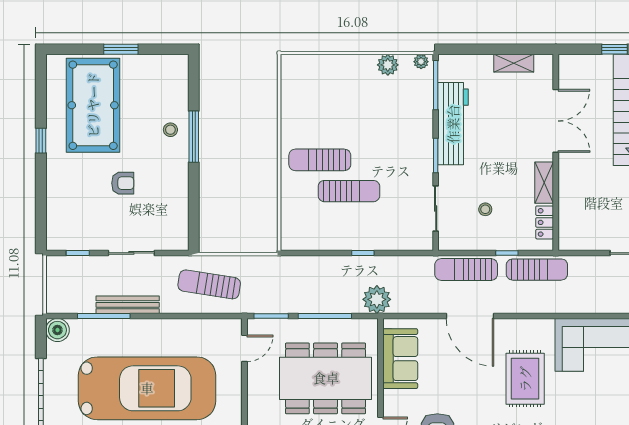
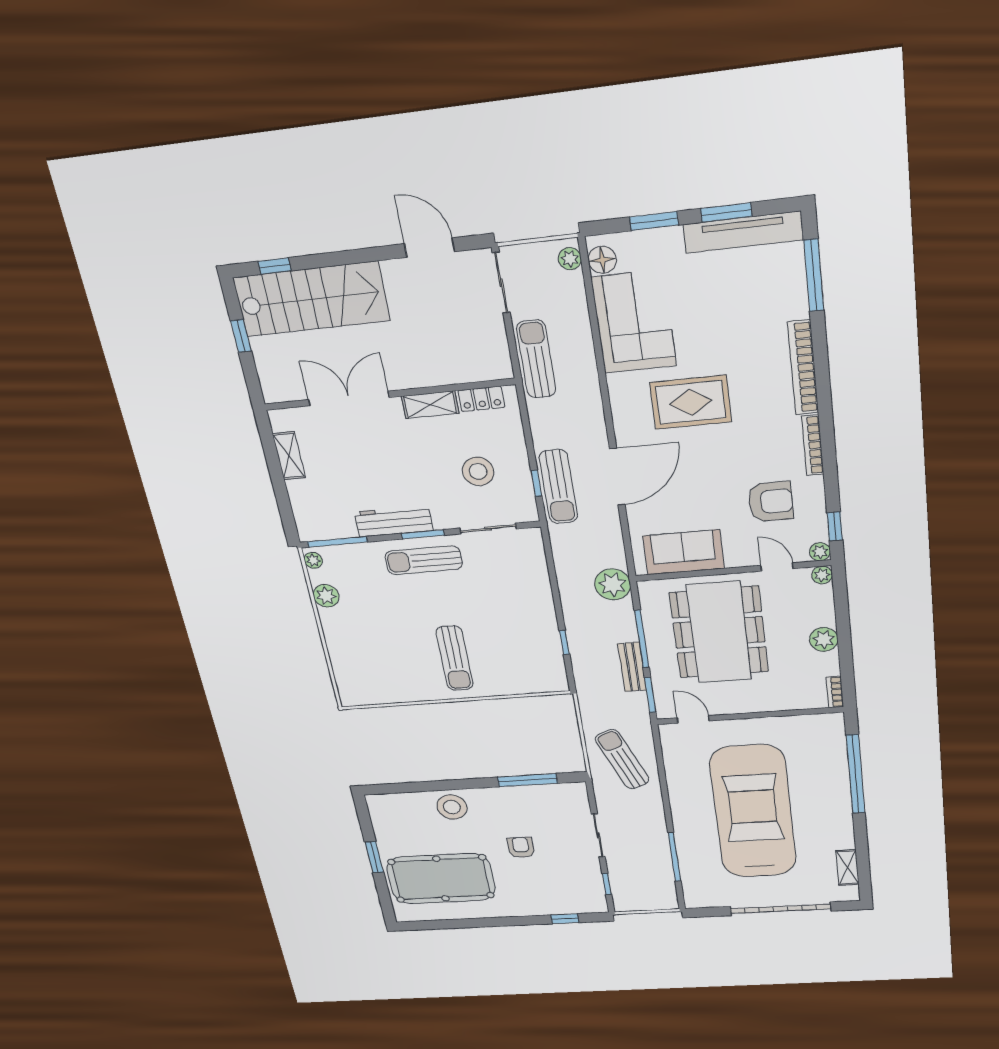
workbench: (453, 124) -> (394, 521), width x0.73, depth x0.76
stool: (170, 130) -> (452, 807), width x1.89, depth x1.89
window: (194, 137) -> (527, 780), moved
window: (41, 141) -> (565, 919), moved
sun lounger: (349, 191) -> (424, 560), moved, turned -90
stool: (485, 209) -> (478, 471), width x1.89, depth x1.89
window: (363, 253) -> (564, 642), moved
window: (507, 253) -> (536, 483), moved
sun lounger: (537, 270) -> (536, 359), moved
sun lounger: (209, 284) -> (622, 759), turned 149
bench: (128, 305) -> (632, 667), moved, width x0.73
boiler: (57, 330) -> (697, 898), removed

